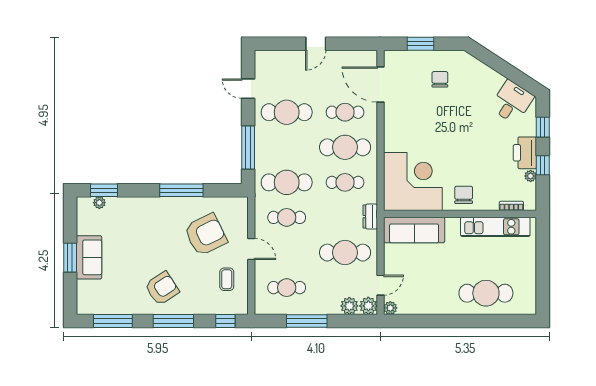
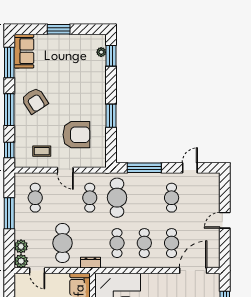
door: (316, 44) -> (225, 220), hinge flipped
cafe table: (287, 112) -> (172, 198), width x0.73, depth x0.74
cafe table: (345, 147) -> (144, 243), width x0.73, depth x0.74
window: (181, 190) -> (111, 116), width x0.69
armchair: (206, 235) -> (76, 135), turned -64
door: (251, 249) -> (65, 170), hinge flipped
sofa: (89, 257) -> (24, 51), moved, turned -90
plant: (390, 308) -> (19, 278), removed

